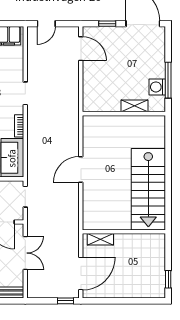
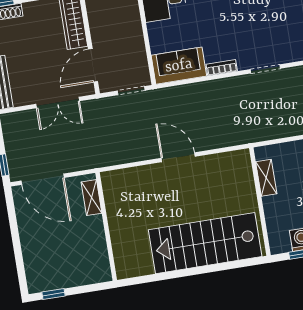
shelving: (135, 106) -> (266, 178), moved
stairs: (148, 189) -> (205, 243), moved

